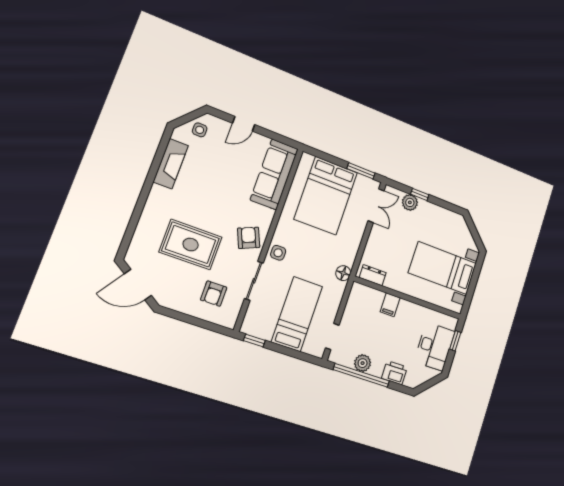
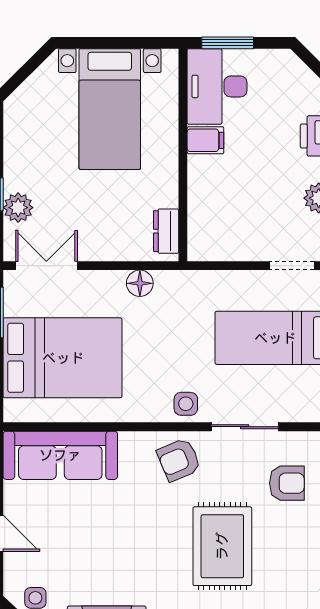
floor lamp: (343, 273) -> (140, 283), moved
filing cabinet: (390, 305) -> (205, 140), moved
window: (455, 341) -> (228, 43), width x1.50
desk: (434, 346) -> (217, 86), moved, turned -90

